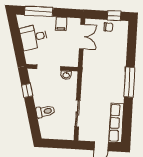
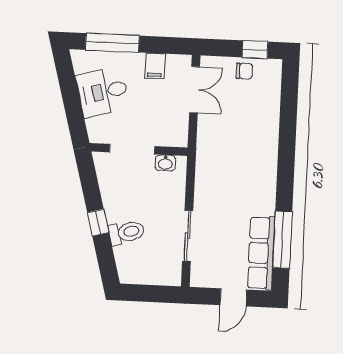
window: (129, 82) -> (282, 240), moved
window: (27, 90) -> (98, 223), moved

